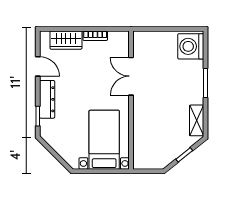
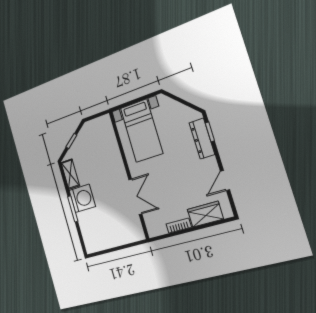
washing machine: (191, 46) -> (82, 198), moved
door: (38, 66) -> (225, 180), hinge flipped
dresser: (47, 99) -> (202, 139), moved

